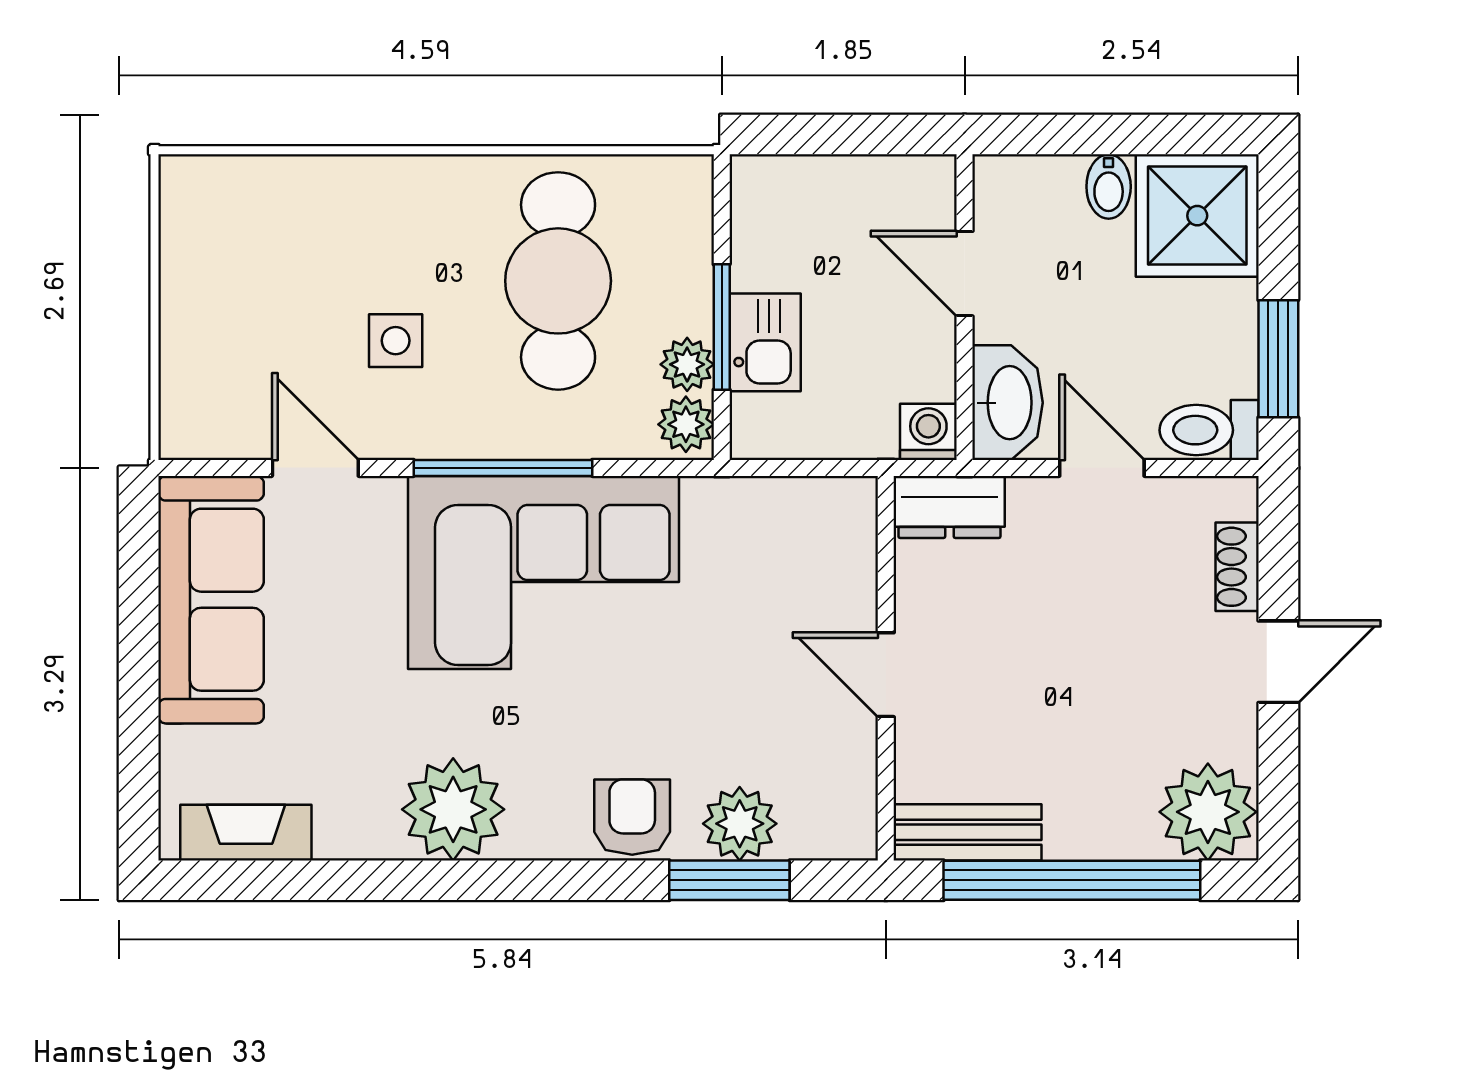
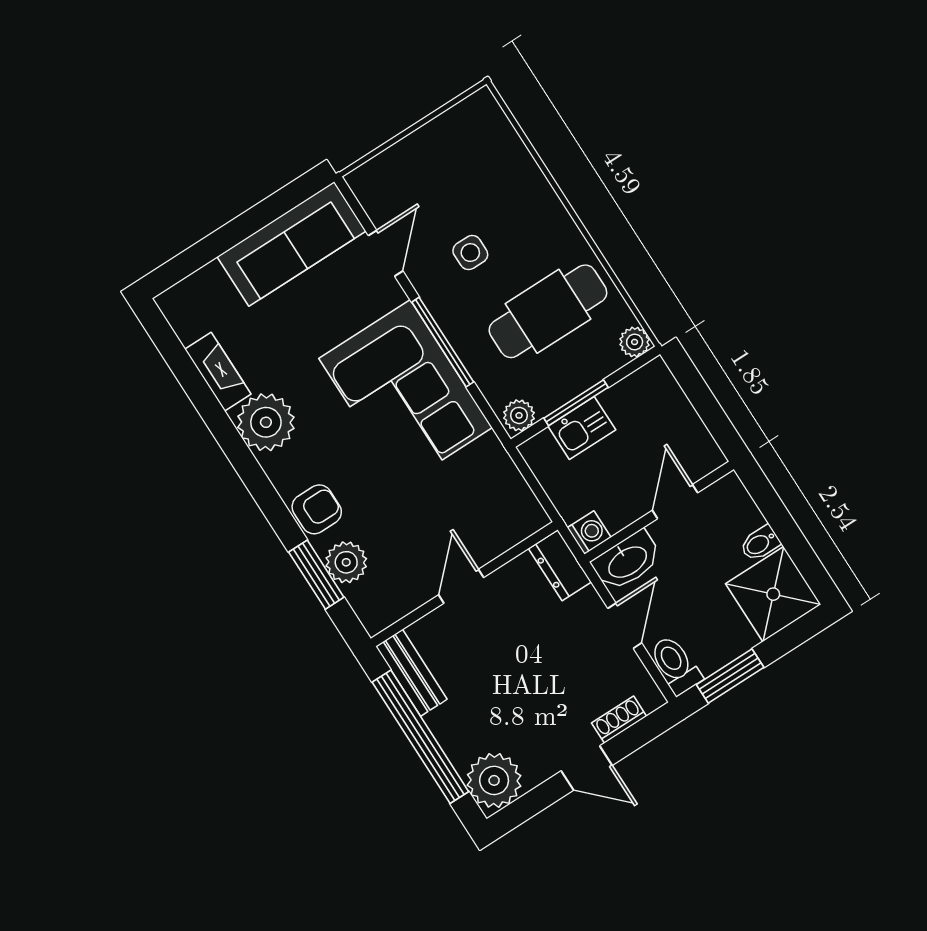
plant: (687, 364) -> (635, 342), moved
fireplace: (246, 833) -> (218, 372), moved

